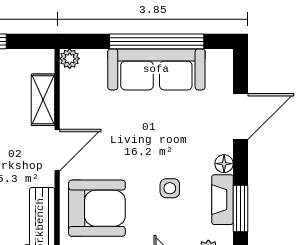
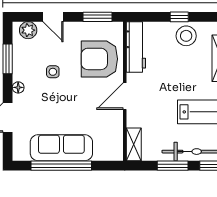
plant: (70, 59) -> (117, 155), removed
shelving: (43, 100) -> (134, 144), moved
fireplace: (222, 200) -> (19, 64), removed

